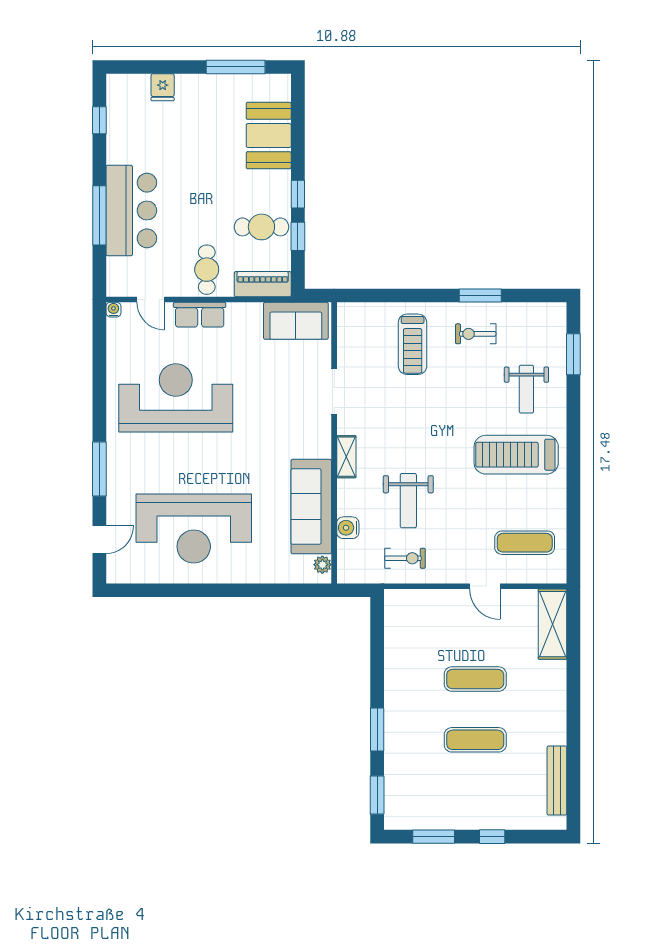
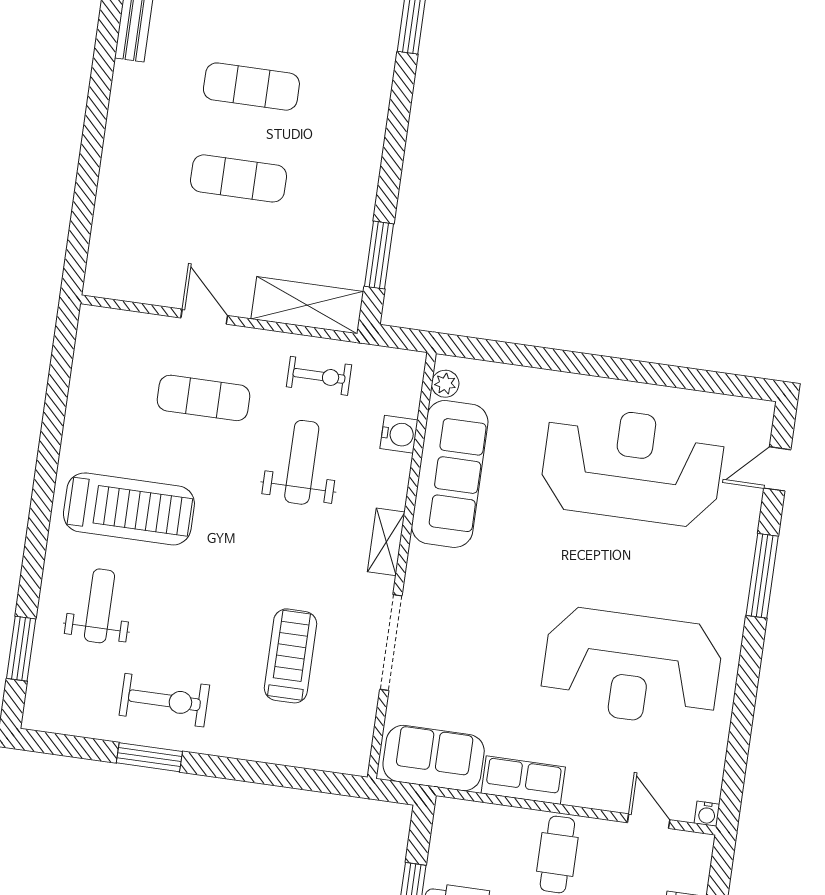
piano: (263, 284) -> (476, 821), removed
row of seats: (200, 315) -> (523, 780), moved
exercise bike: (476, 334) -> (164, 700), width x1.38, depth x1.39
treadmill: (413, 344) -> (290, 656), moved
doorway: (334, 392) -> (391, 643), width x1.36
exercise mat: (525, 543) -> (204, 398), moved
exercise bike: (405, 558) -> (319, 376), turned 180
shelving: (553, 624) -> (307, 305), moved, turned 90
window: (377, 729) -> (379, 255), moved

